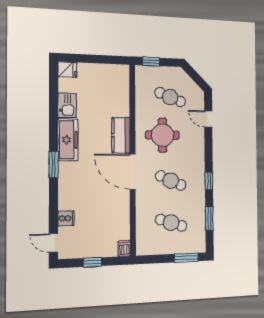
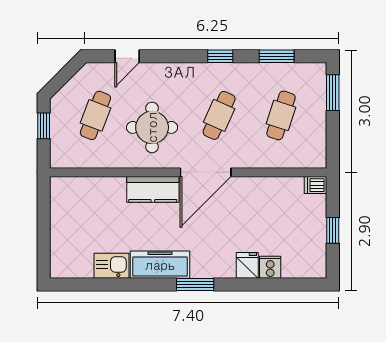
window: (151, 62) -> (44, 126), moved
fridge: (67, 70) -> (247, 265), moved
door: (53, 243) -> (304, 284), removed

